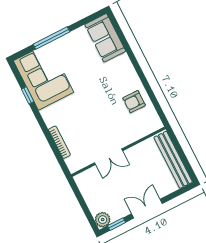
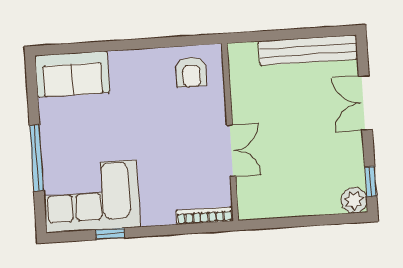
wall: (118, 152) -> (230, 132), moved
double door: (109, 157) -> (231, 151), moved
double door: (147, 209) -> (366, 103), moved

